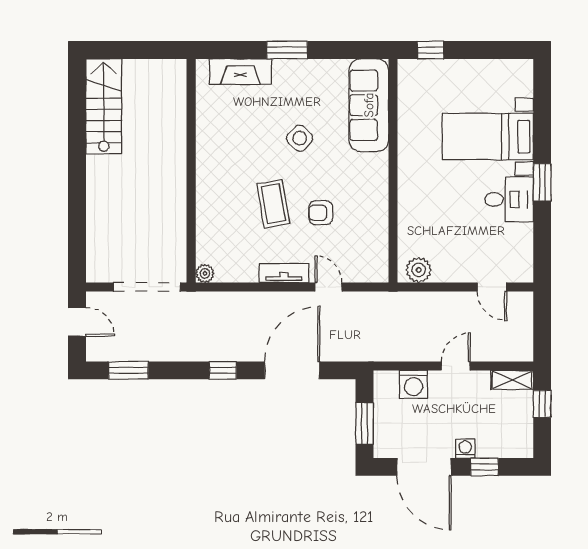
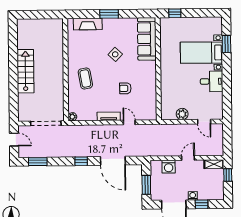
stairs: (104, 106) -> (26, 71), moved
window: (542, 182) -> (226, 44), moved
coffee table: (273, 204) -> (85, 79), moved
plant: (419, 270) -> (182, 114), moved
door: (292, 370) -> (113, 161), swing flipped

